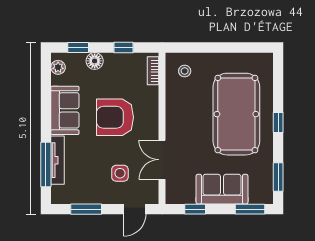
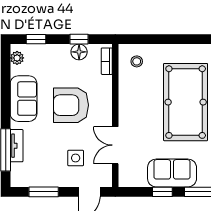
floor lamp: (95, 61) -> (79, 52), moved
tv unit: (57, 160) -> (17, 146), width x0.71
window: (195, 209) -> (162, 192), moved

